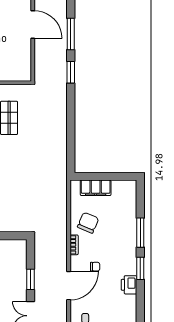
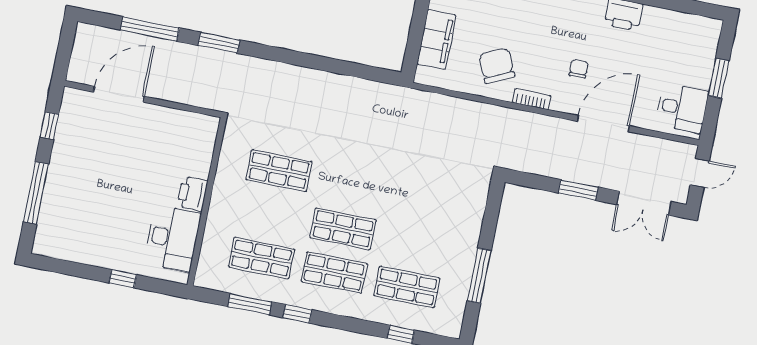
chair: (88, 223) -> (497, 66), turned 42
door: (69, 286) -> (603, 124), hinge flipped

